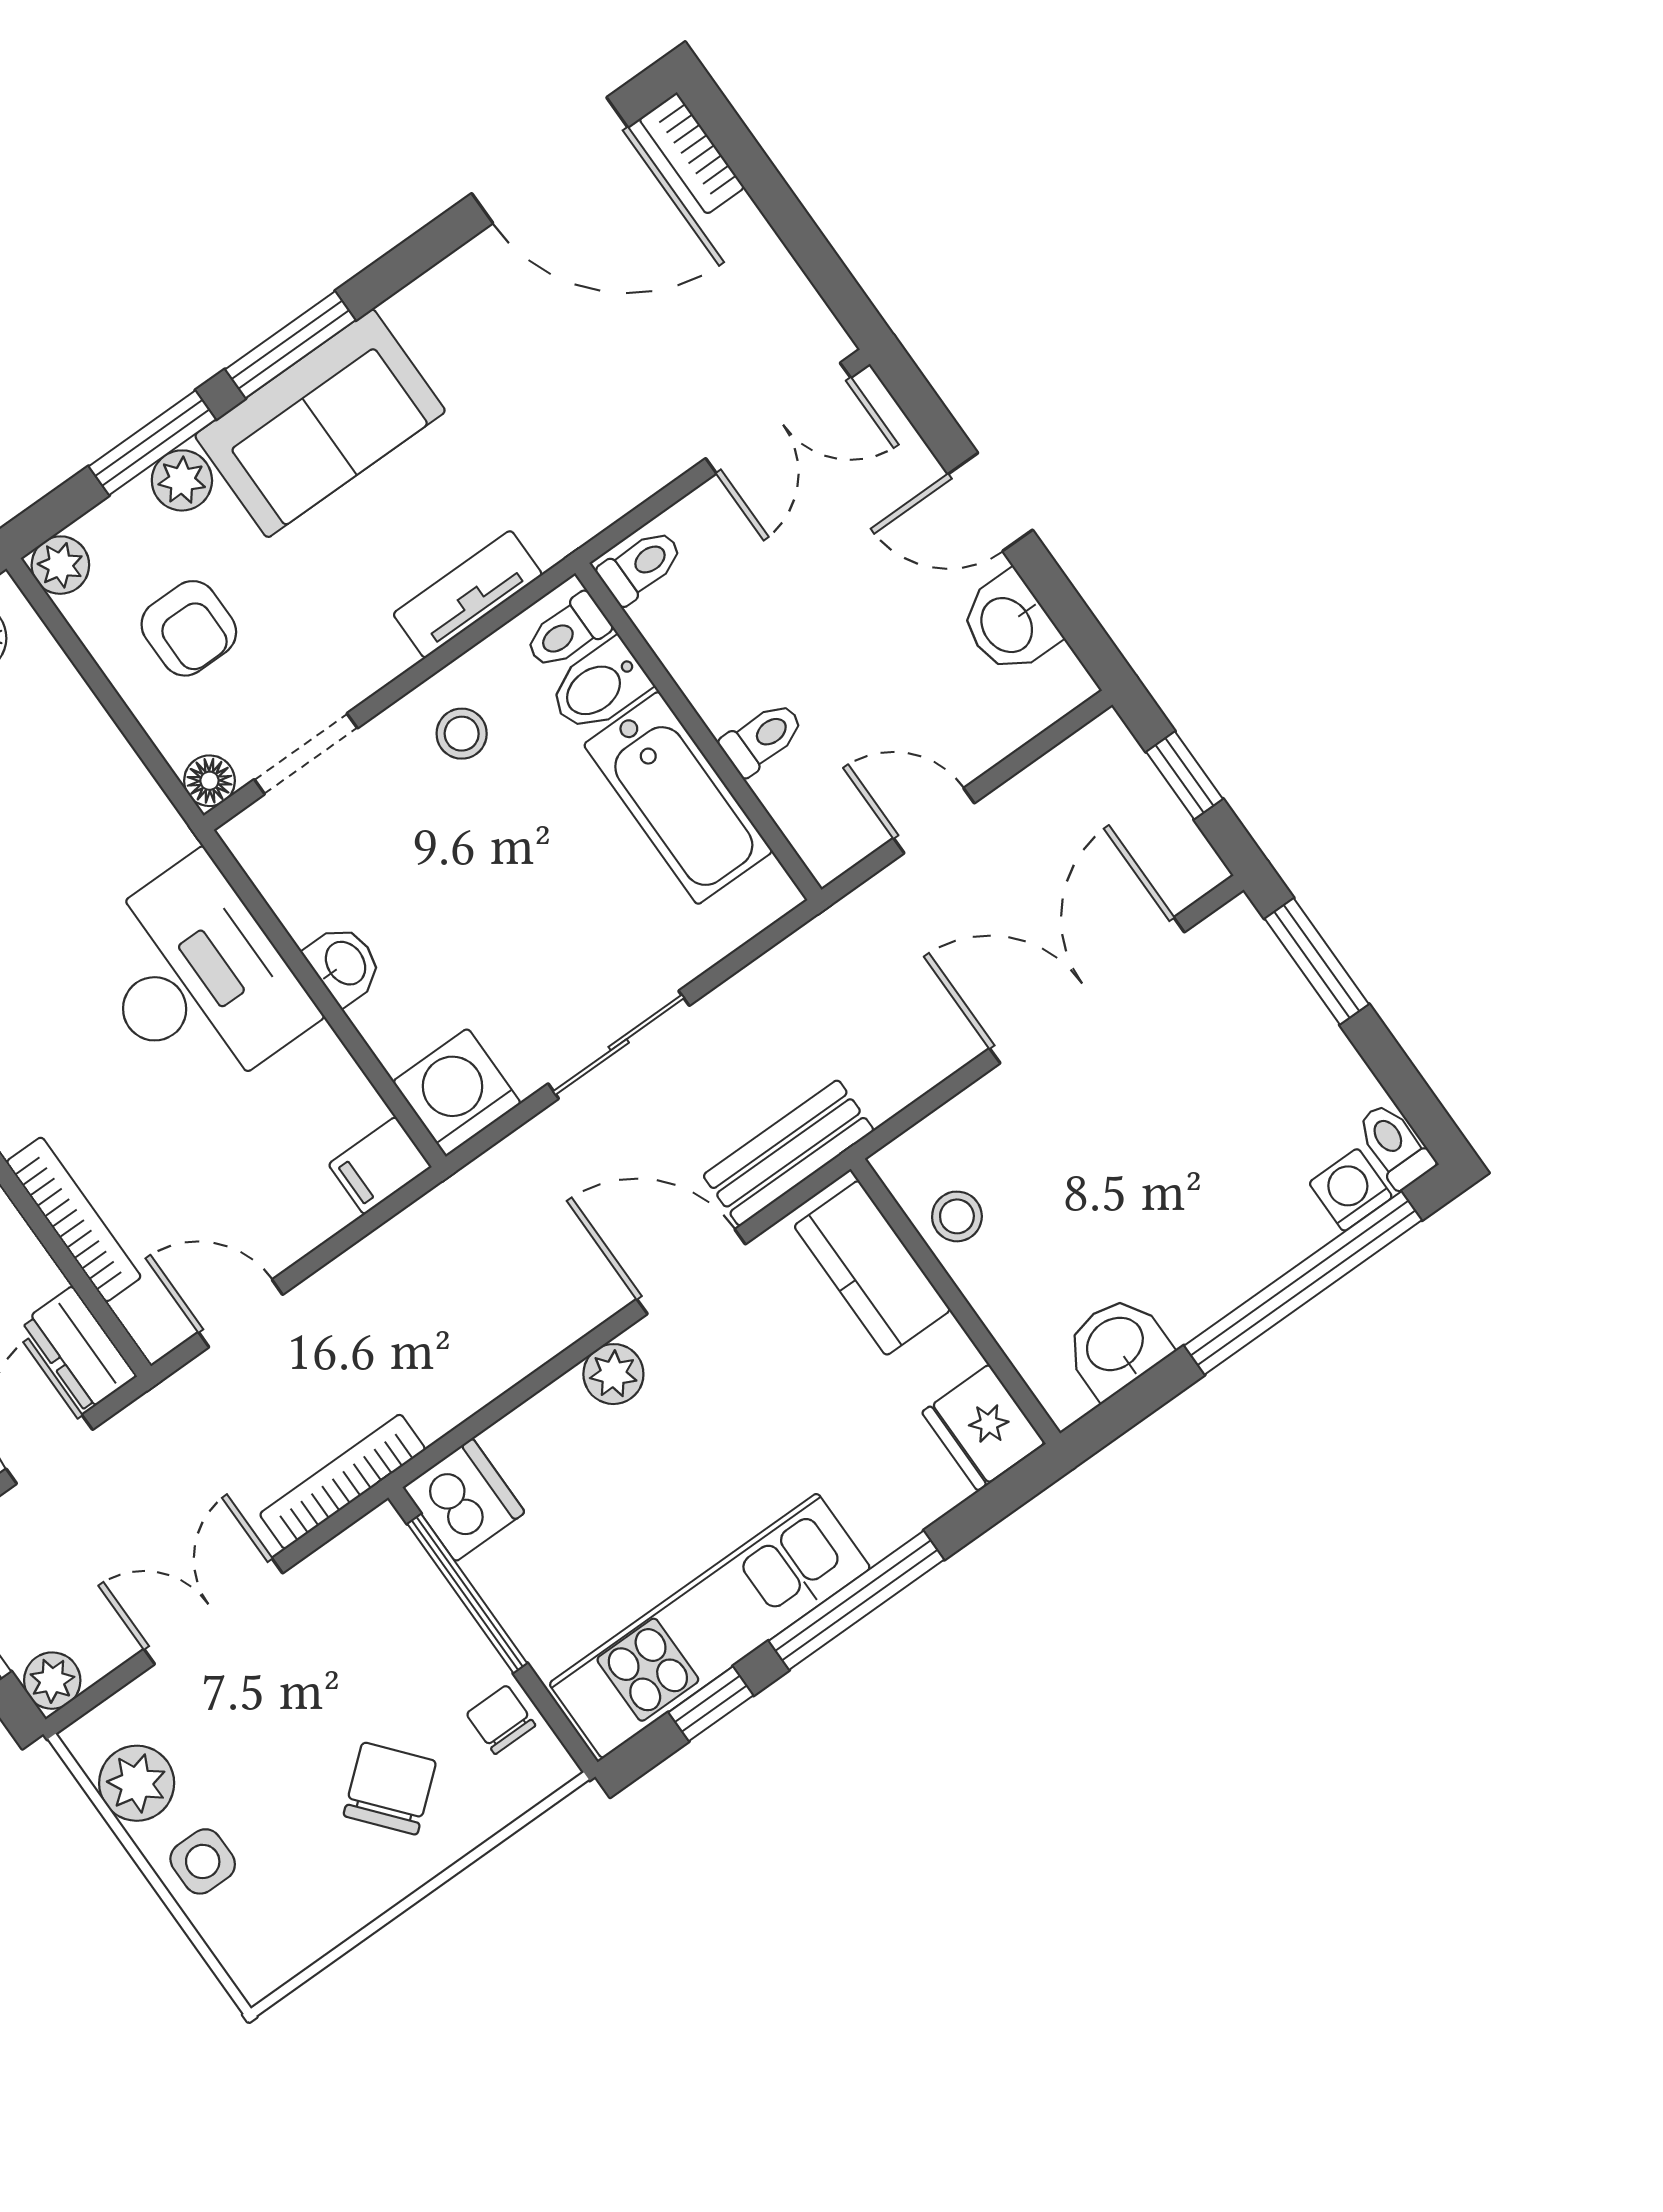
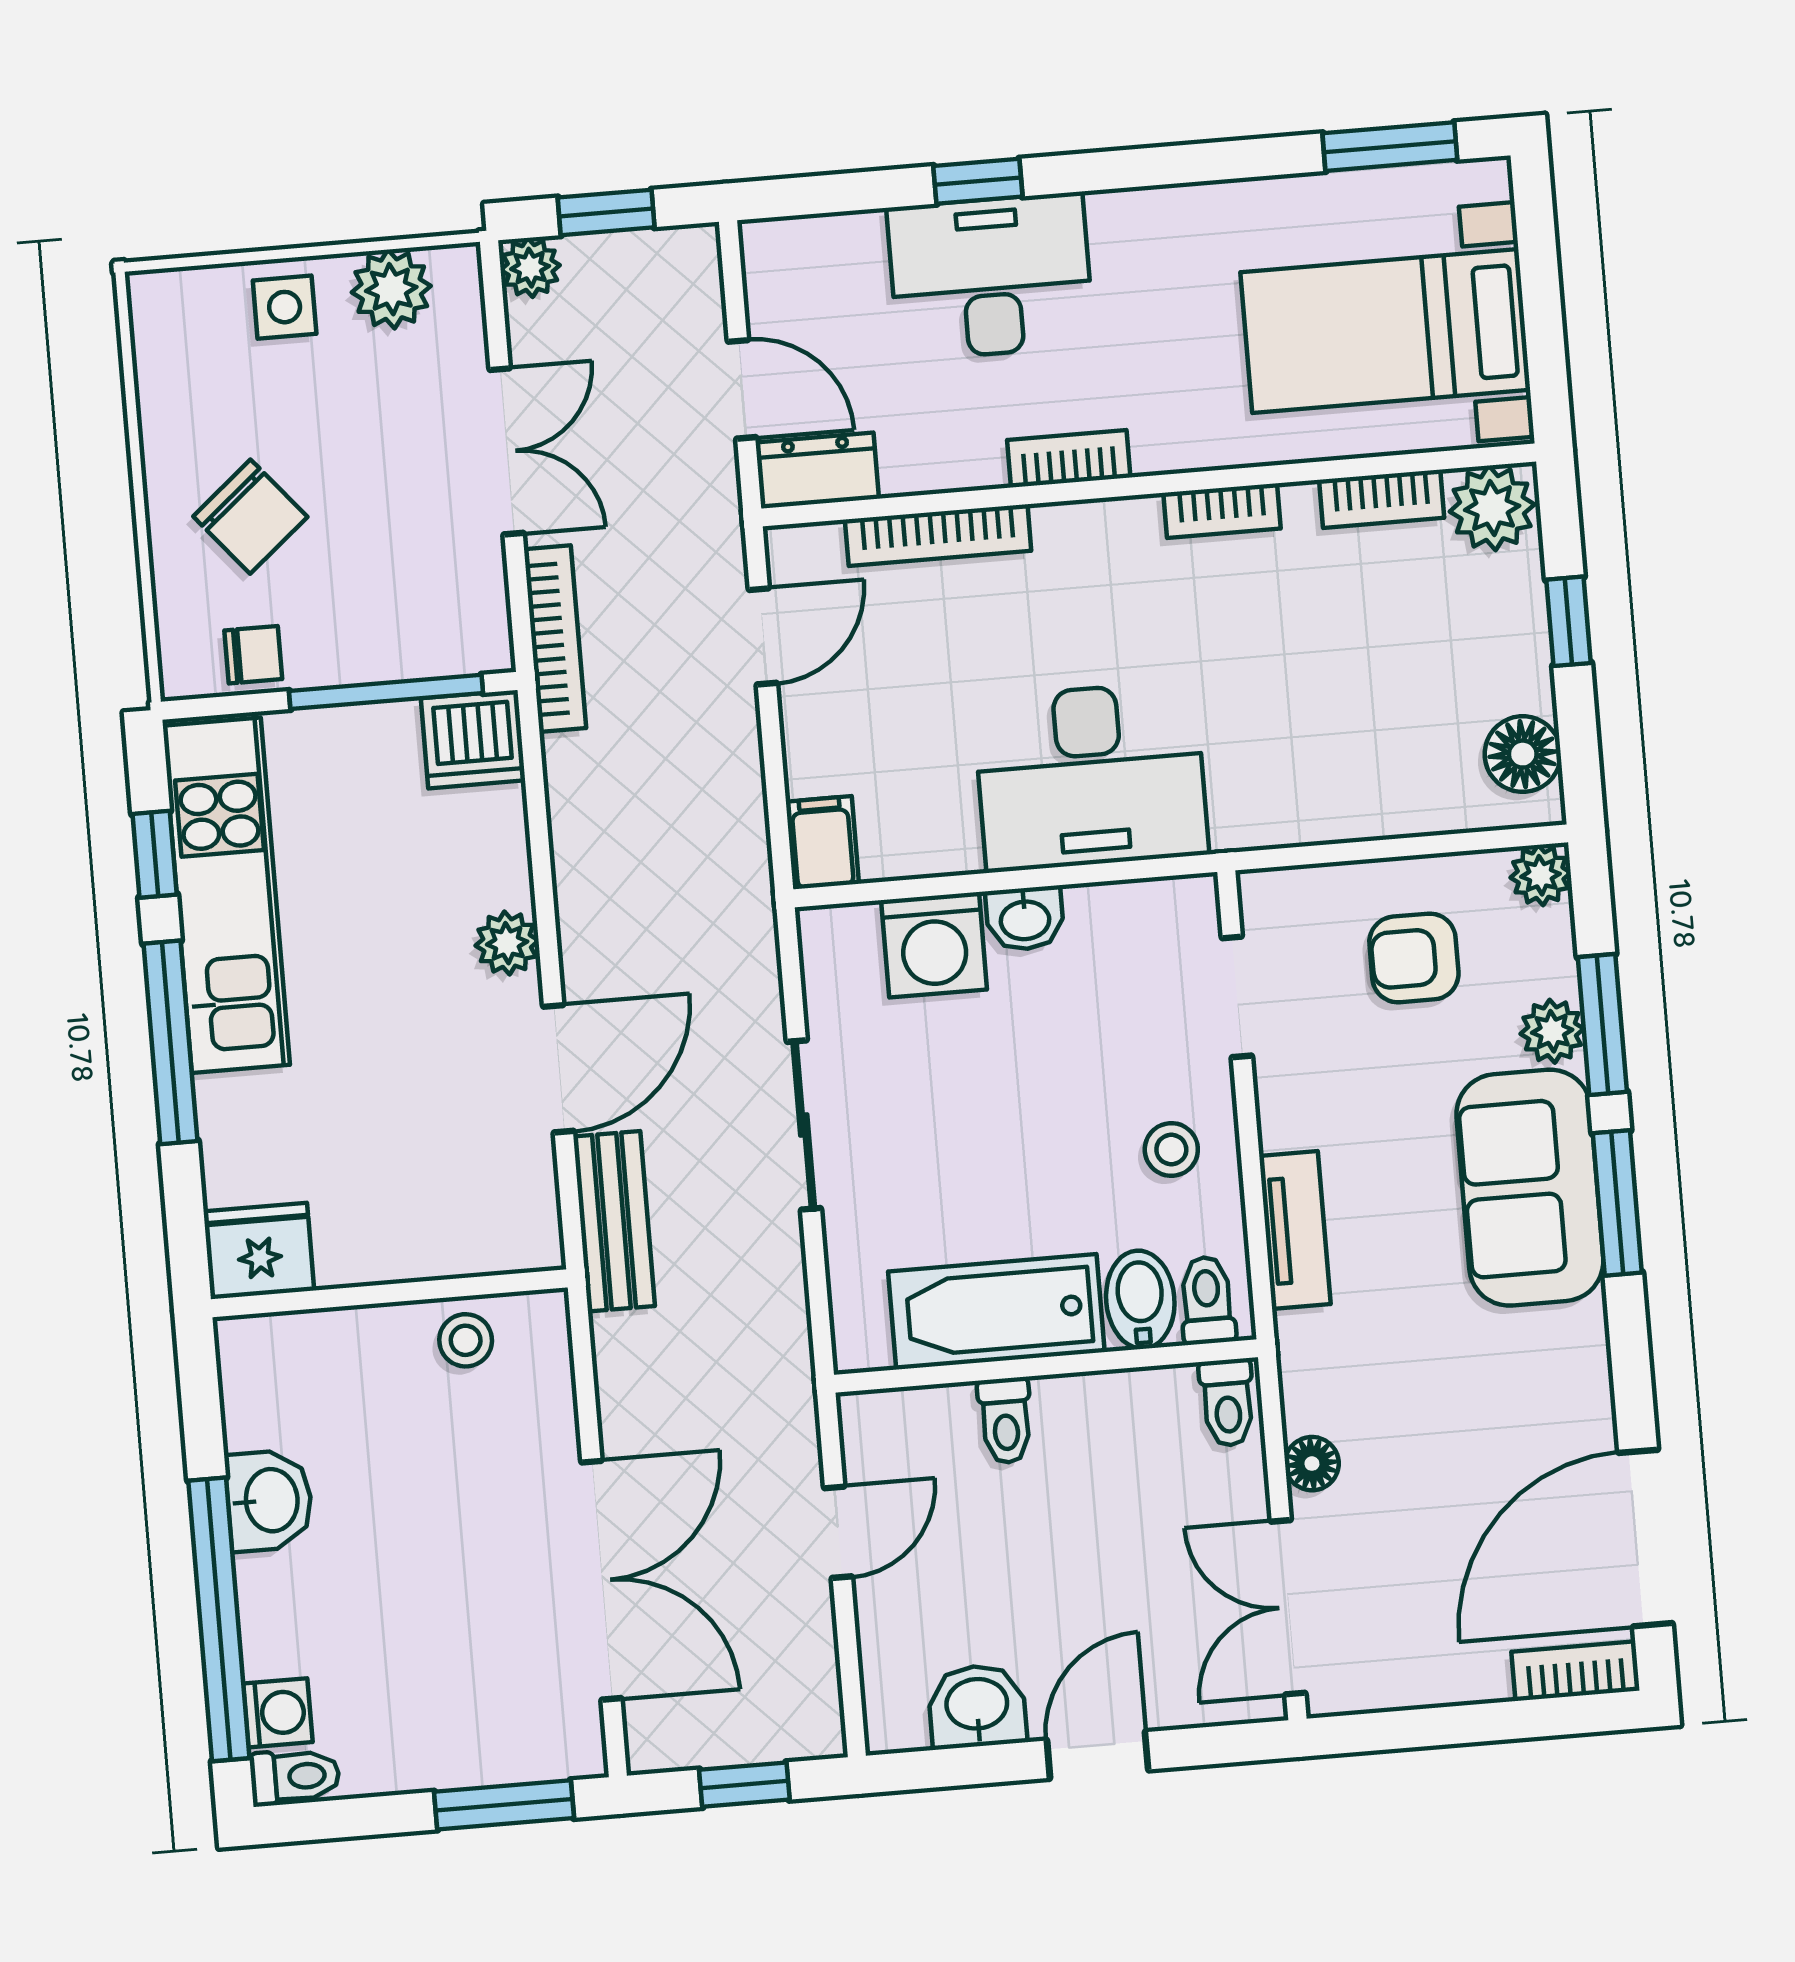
floor lamp: (209, 781) -> (1312, 1464), moved
washing machine: (457, 1092) -> (934, 945), moved, turned 90
kitchen counter: (872, 1268) -> (464, 1236), removed
washbasin: (1116, 1346) -> (269, 1500), moved

